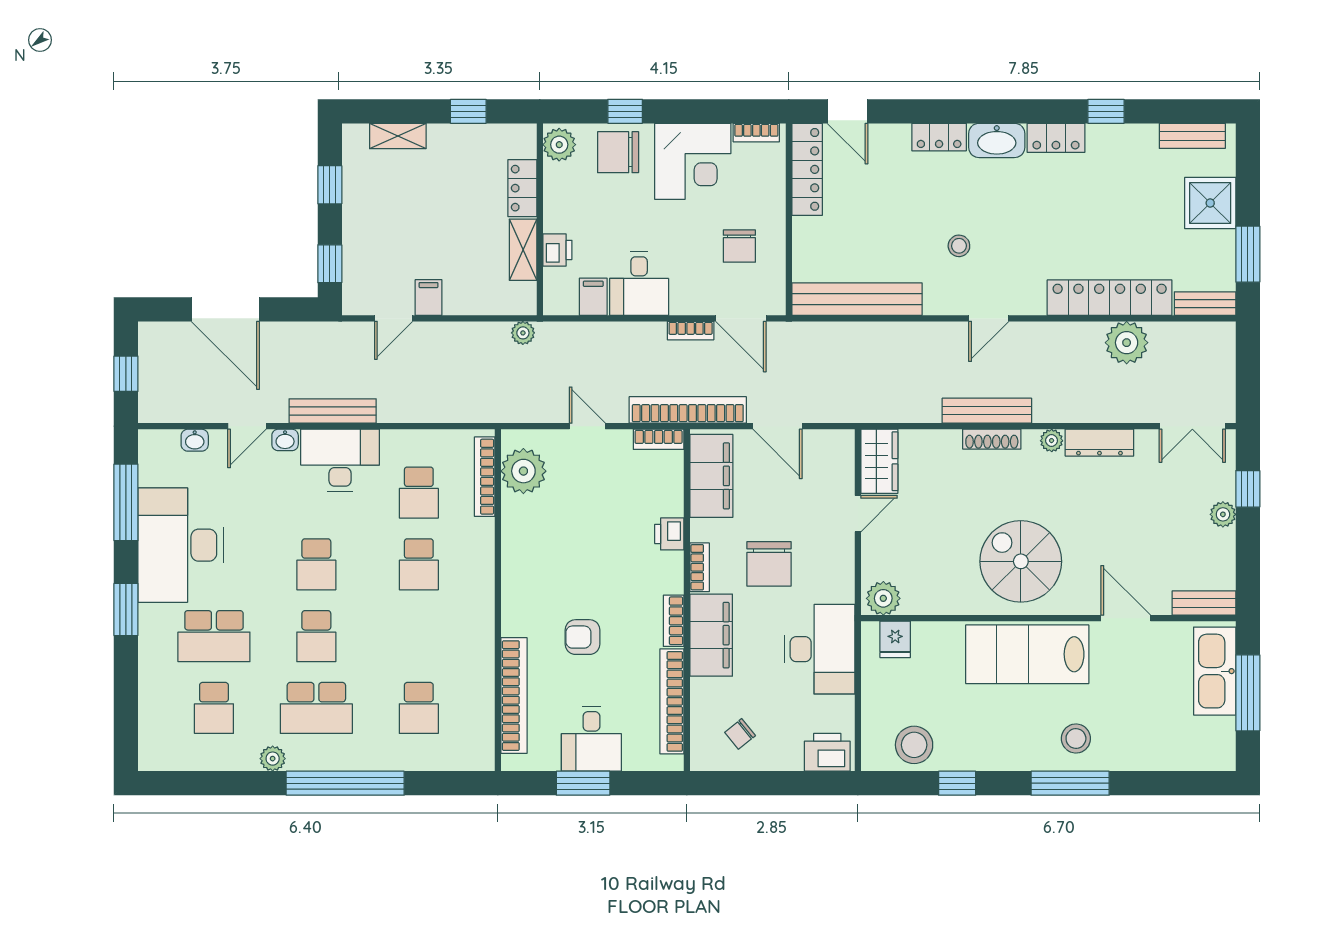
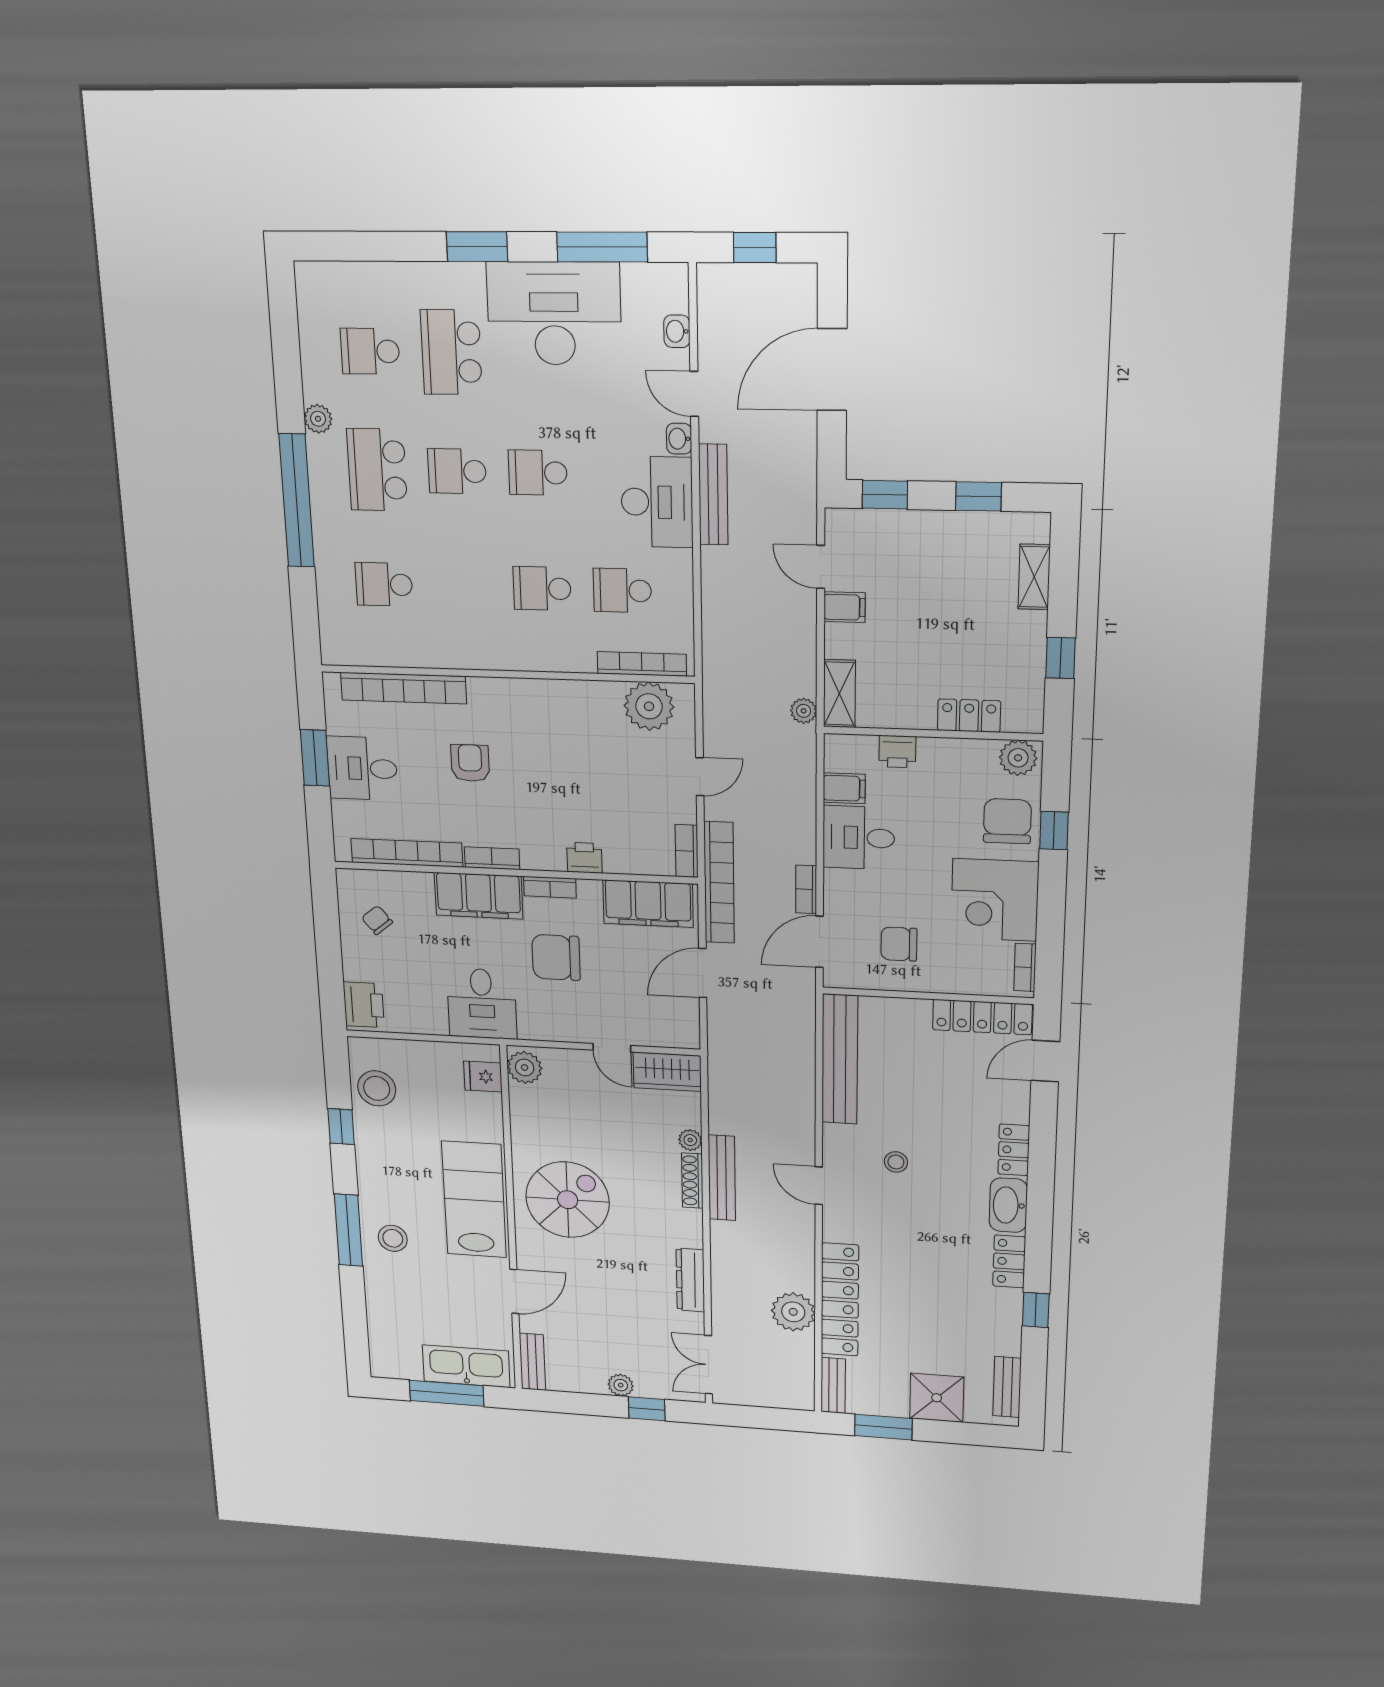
shelving: (523, 250) -> (839, 694), moved, turned 90
plant: (1052, 441) -> (690, 1140), moved
desk: (820, 649) -> (482, 1004), width x0.73

